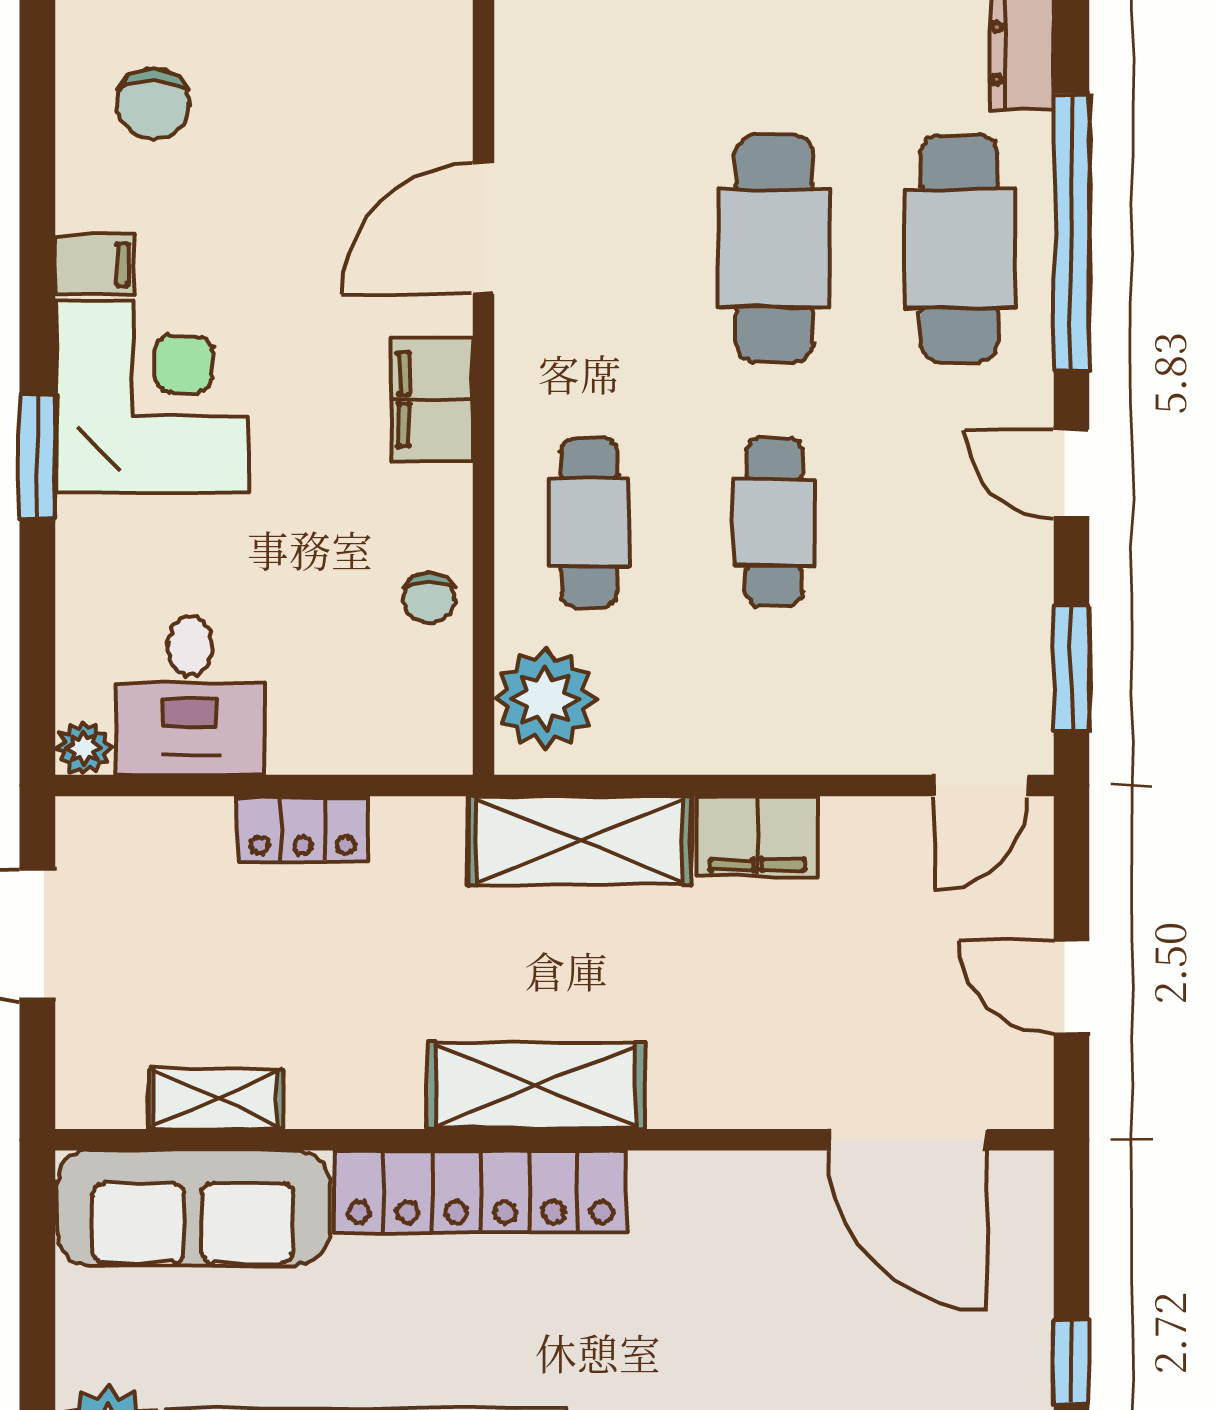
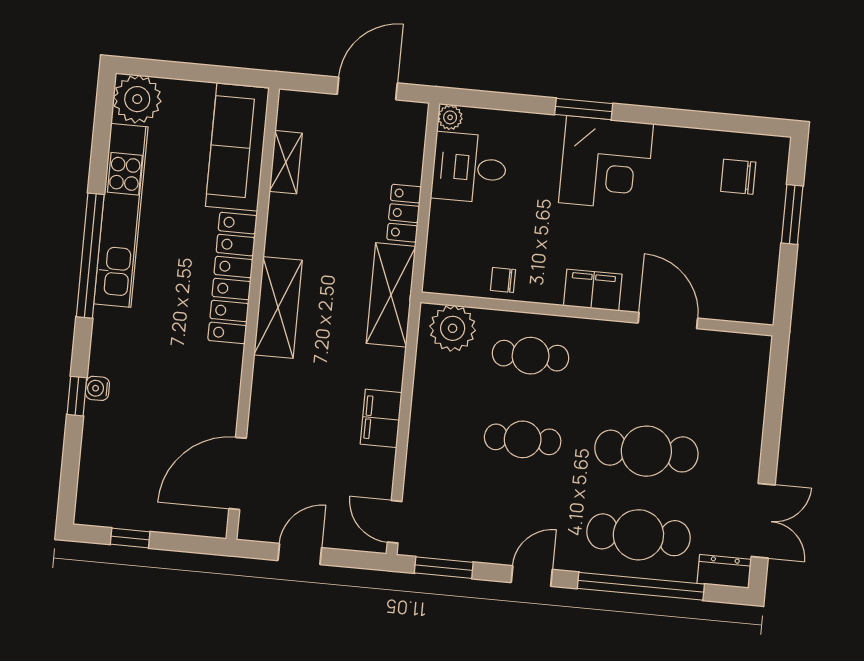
filing cabinet: (95, 265) -> (668, 143), removed
shelving: (580, 841) -> (391, 295), moved

